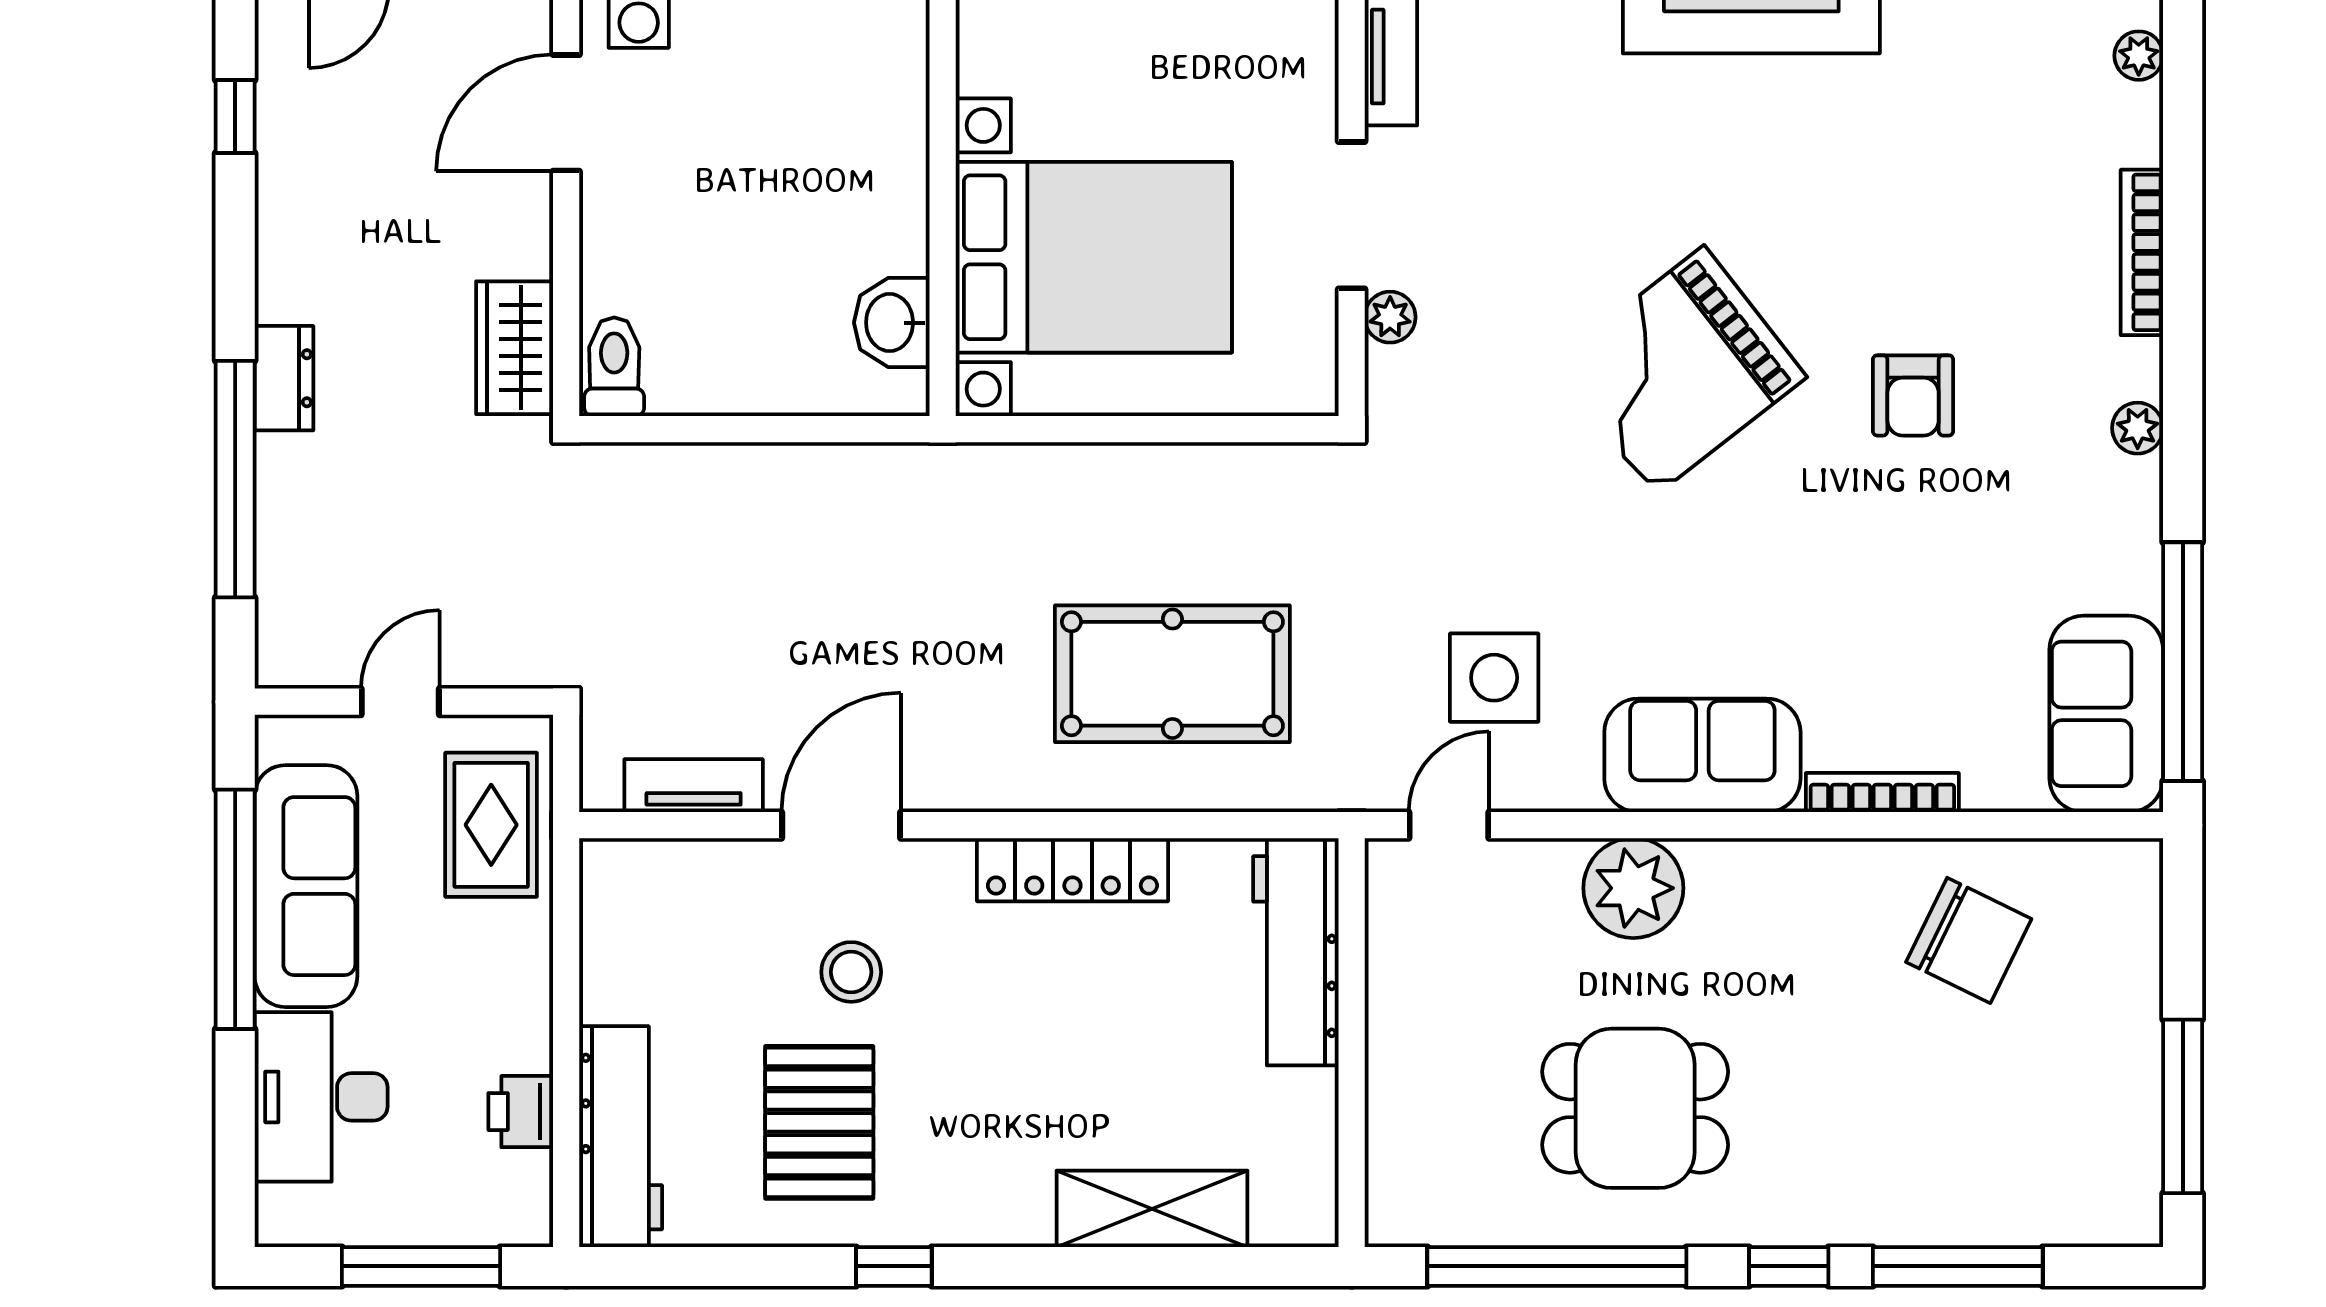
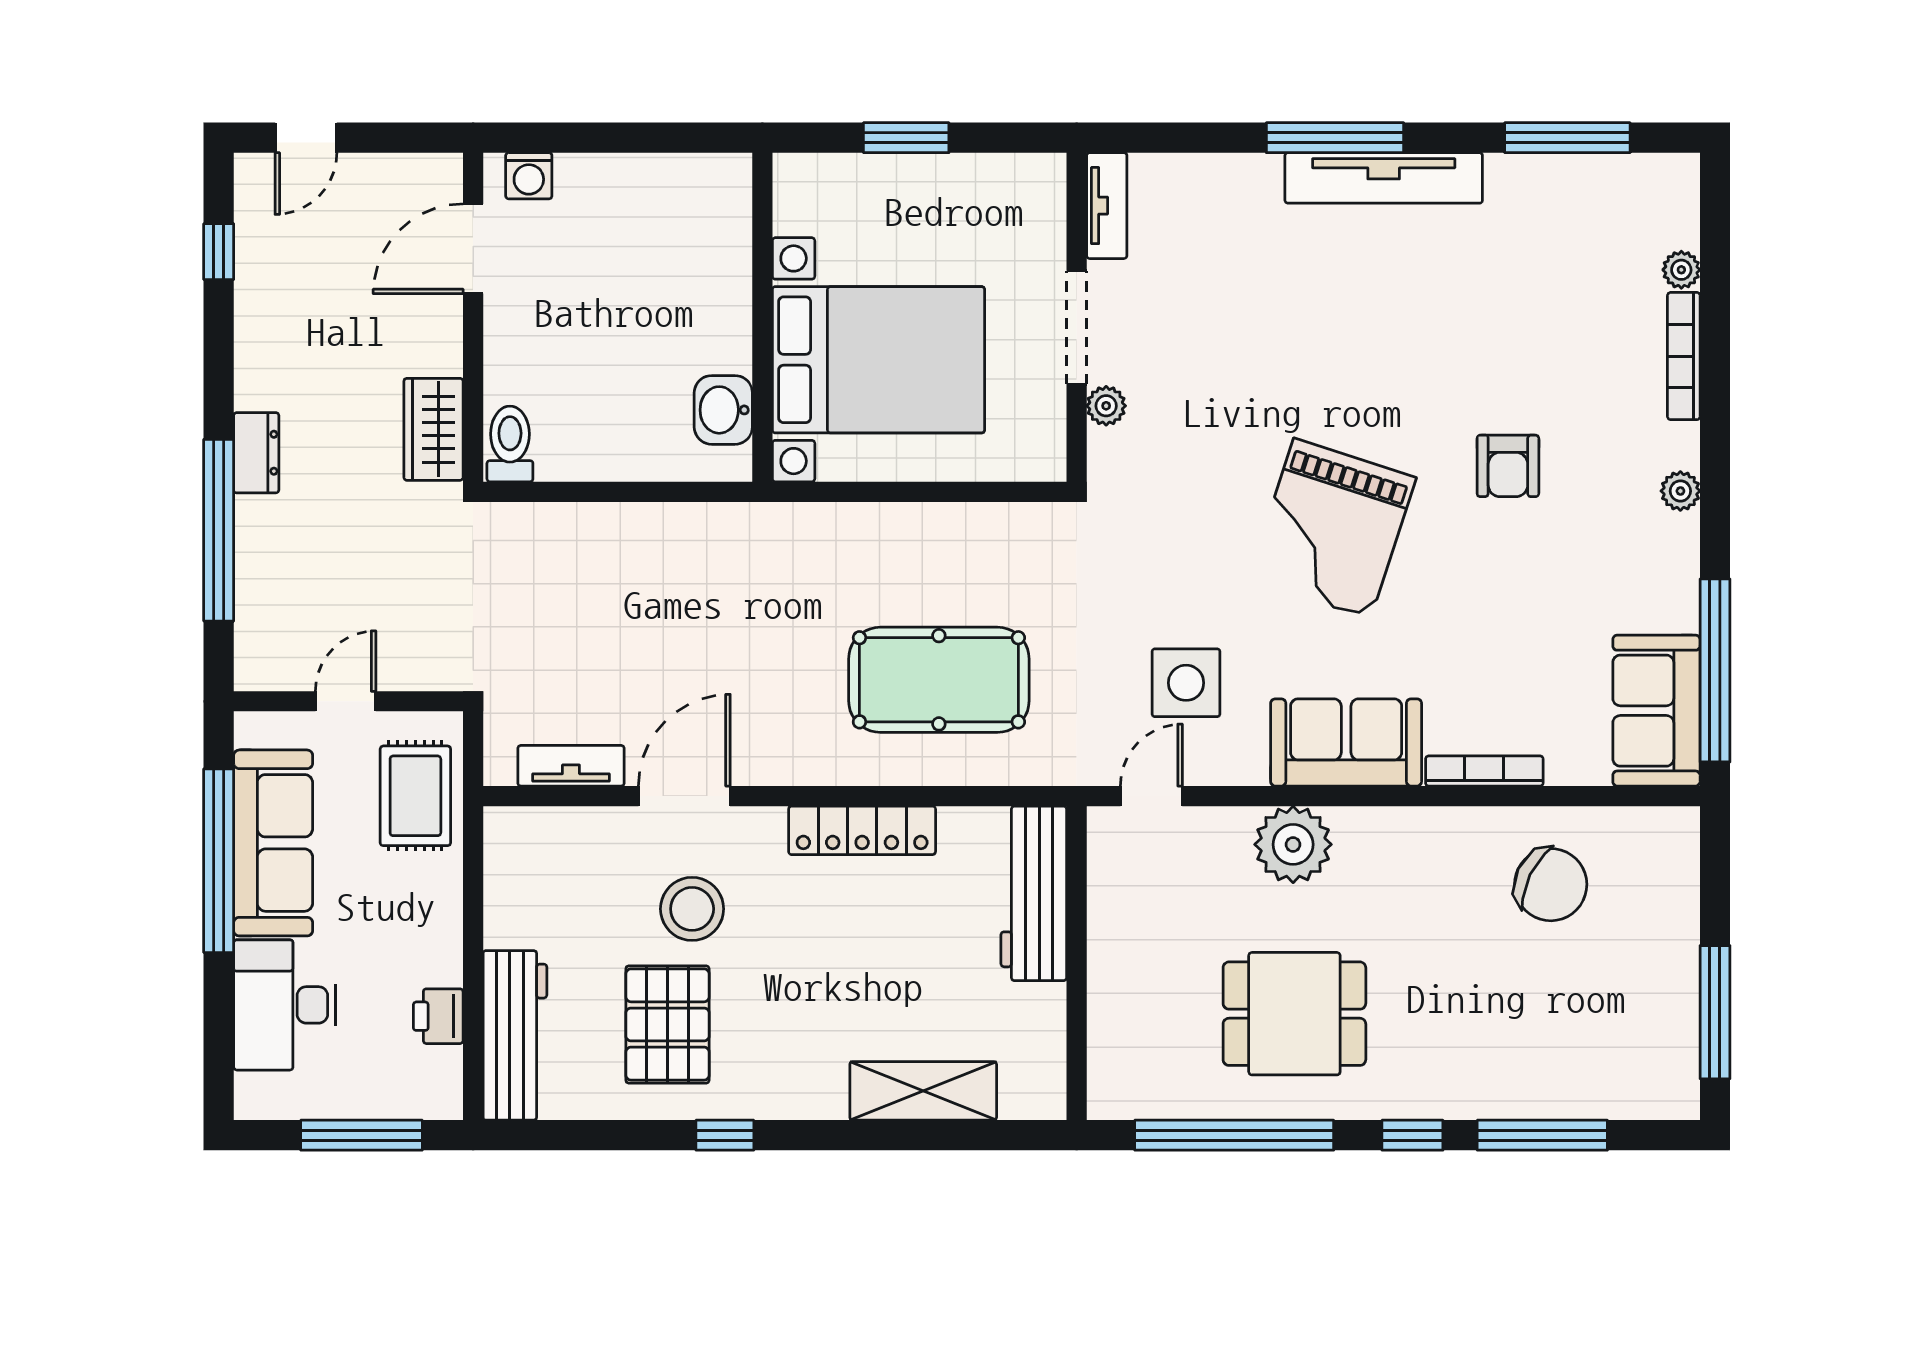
plant: (2139, 56) -> (1681, 270), moved
grand piano: (1679, 371) -> (1332, 528), moved, turned -34
stool: (851, 972) -> (692, 909), width x1.38, depth x1.38

